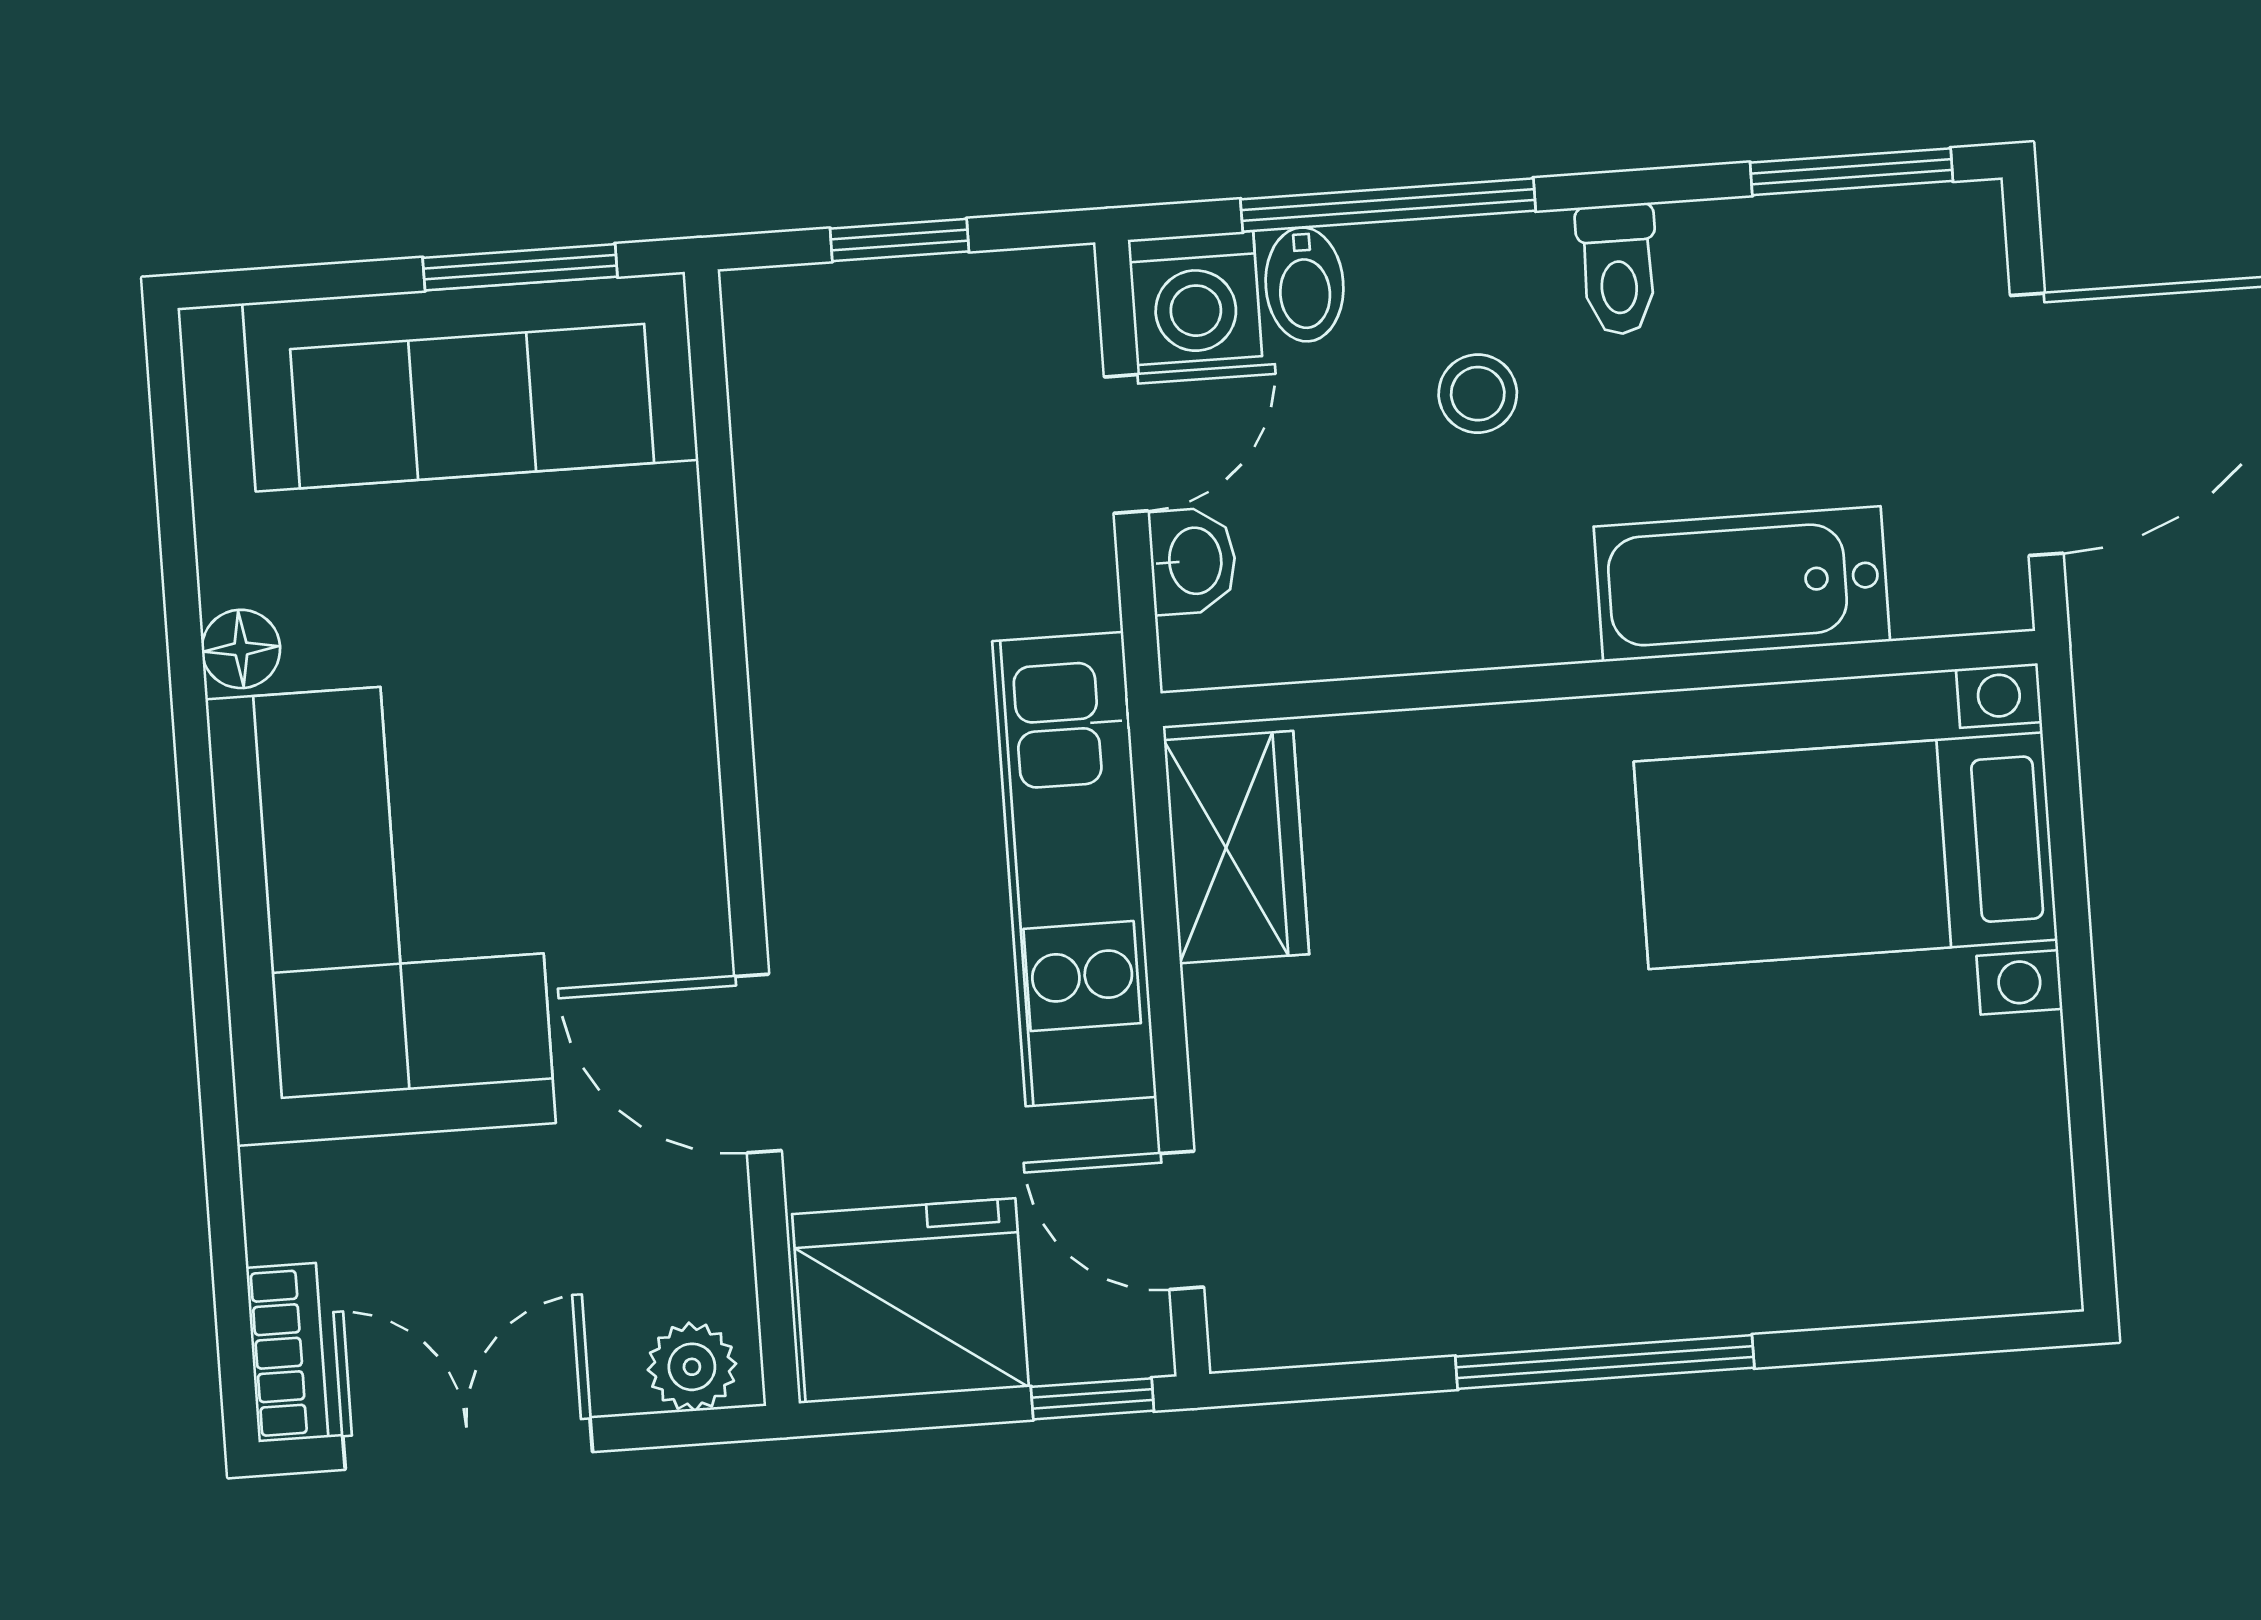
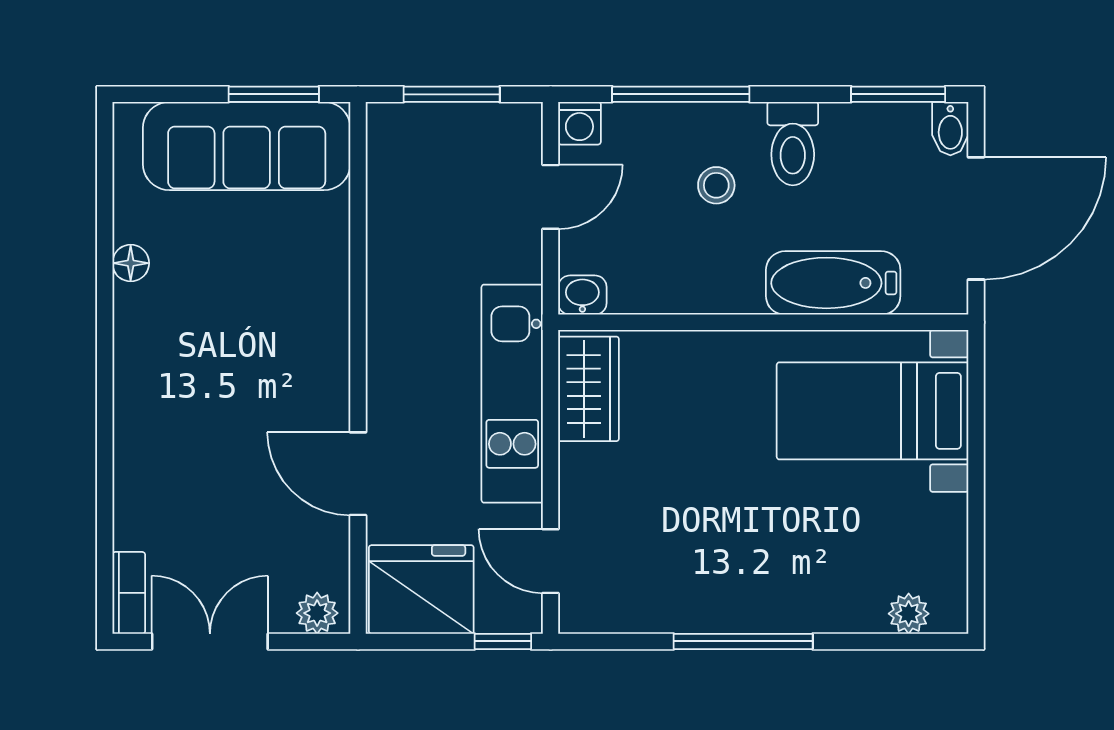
window: (899, 240) -> (452, 94), width x1.50
toilet: (1618, 269) -> (793, 144), width x1.37, depth x1.39
bidet: (1304, 284) -> (950, 129), moved
washing machine: (1195, 298) -> (579, 123), width x0.73, depth x0.73
washbasin: (1193, 561) -> (582, 295), moved, turned -90
corner sofa: (381, 911) -> (187, 390), removed
plant: (1953, 1277) -> (909, 614), added

